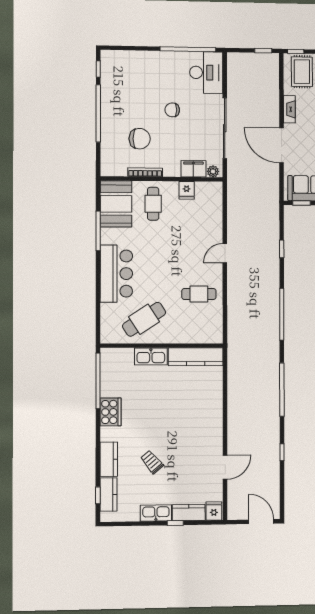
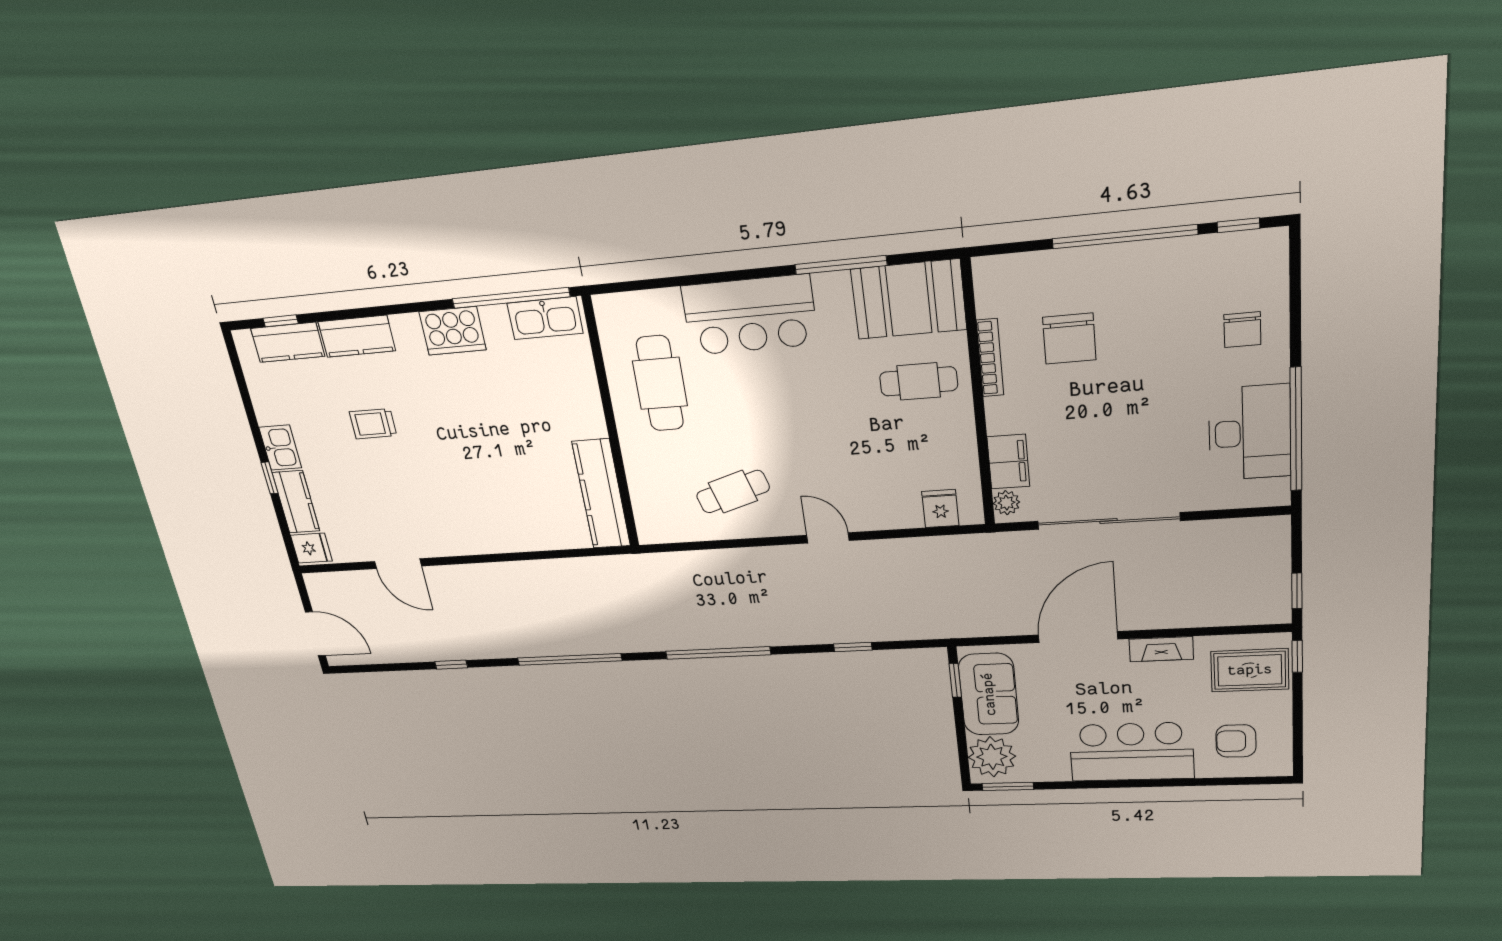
desk: (206, 73) -> (1250, 433), moved, turned -90
chair: (172, 110) -> (1242, 330), moved, turned 180
fridge: (187, 190) -> (940, 509), moved, turned 90
cafe table: (199, 294) -> (733, 492), turned 73
cafe table: (144, 319) -> (660, 383), turned 33
kitchen sink: (151, 356) -> (545, 318), moved, turned -90
trolley: (152, 462) -> (373, 424), turned -140
kitchen sink: (156, 513) -> (280, 448), width x0.73
door: (261, 522) -> (315, 634), hinge flipped

